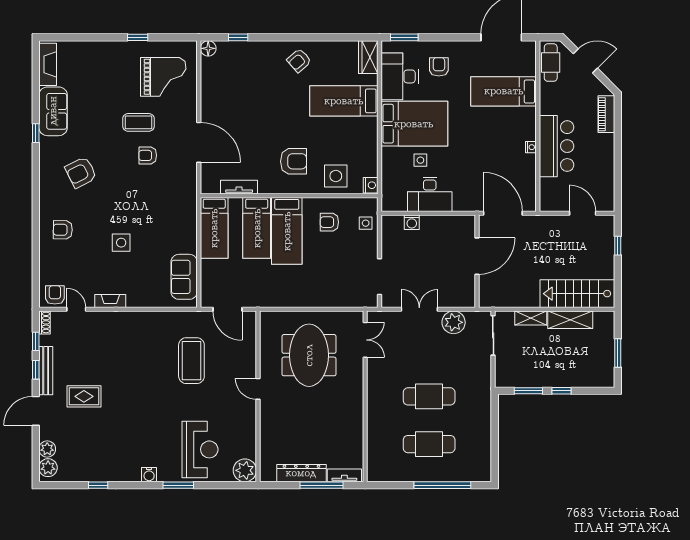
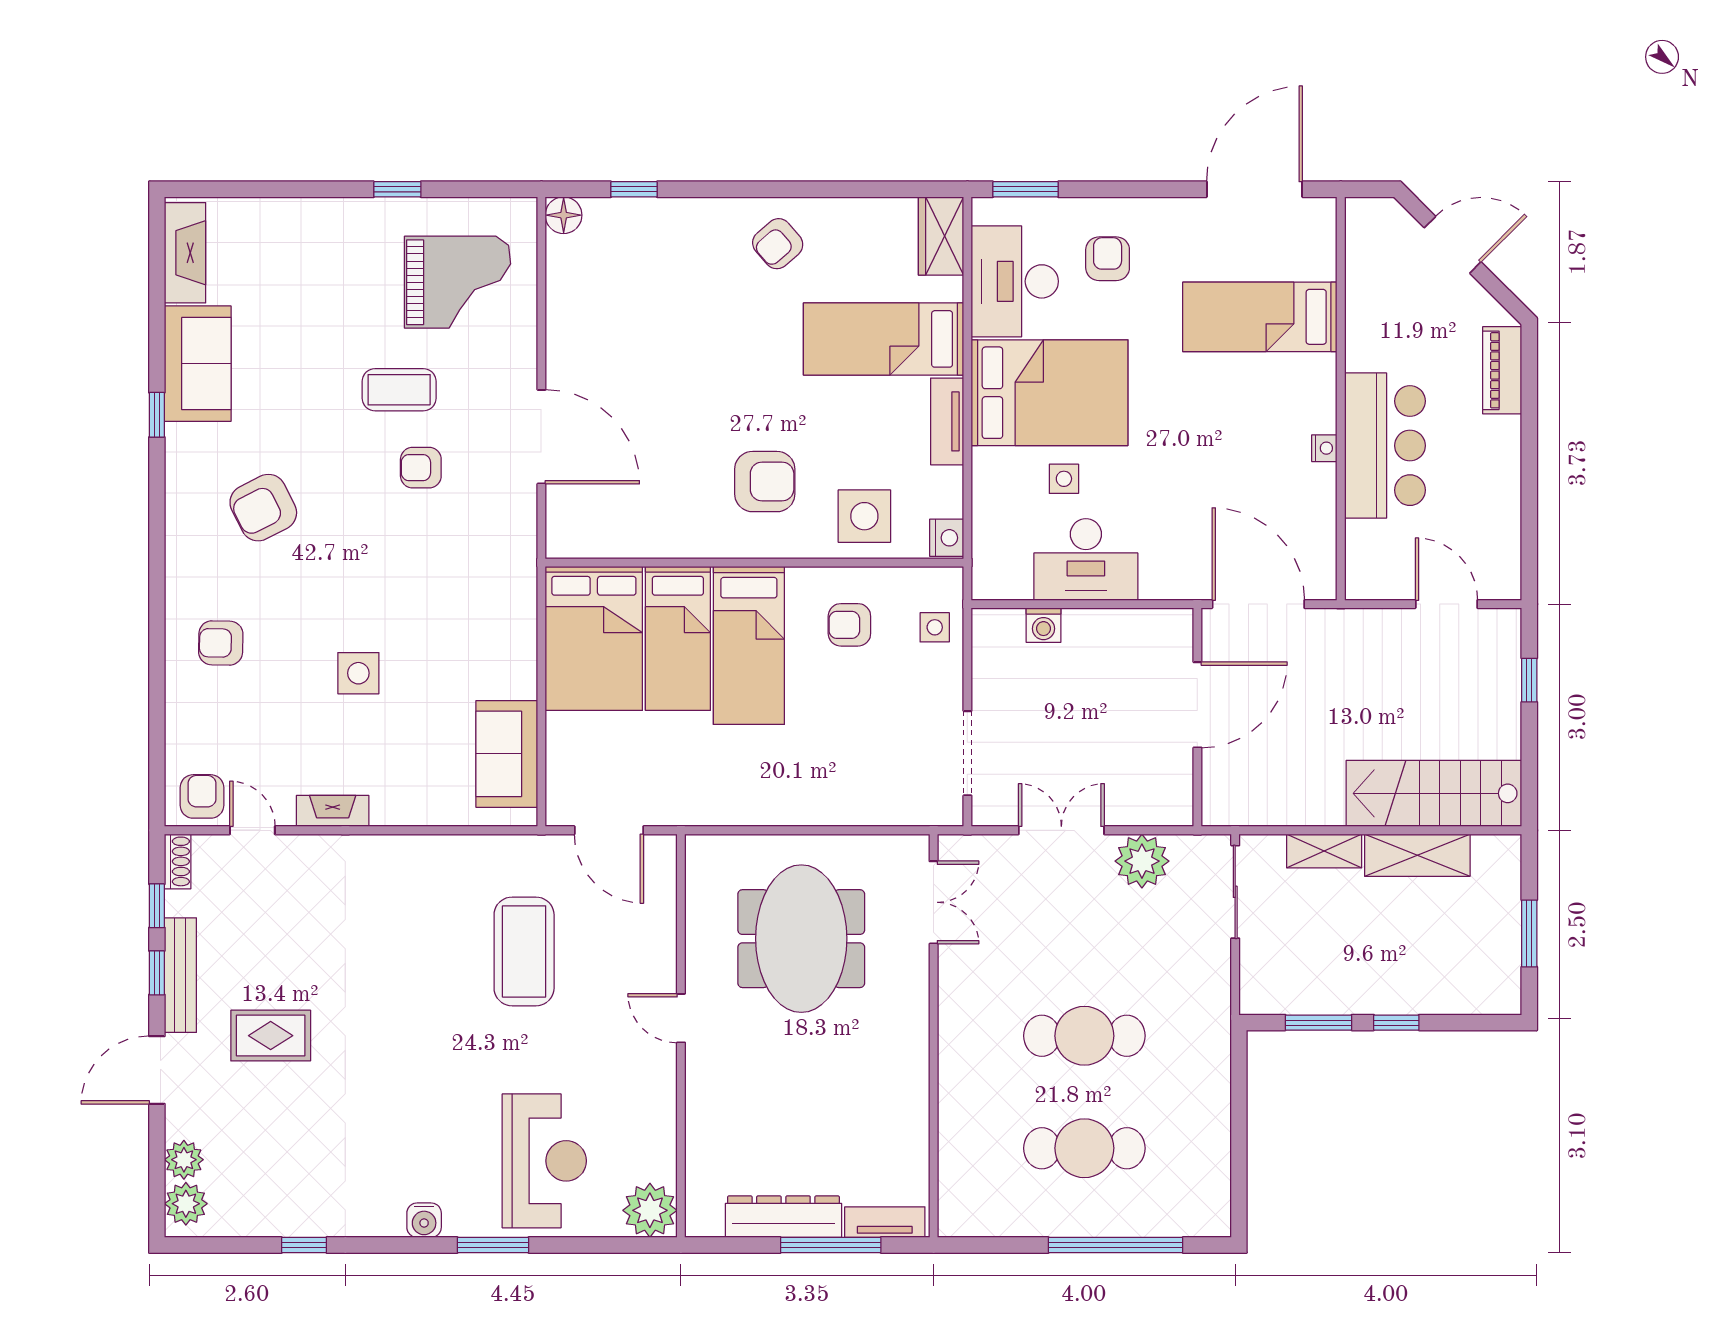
cafe table: (551, 63) -> (1371, 249), removed
tv unit: (239, 187) -> (947, 421), moved, turned -90
bed: (214, 228) -> (594, 638), width x1.50

